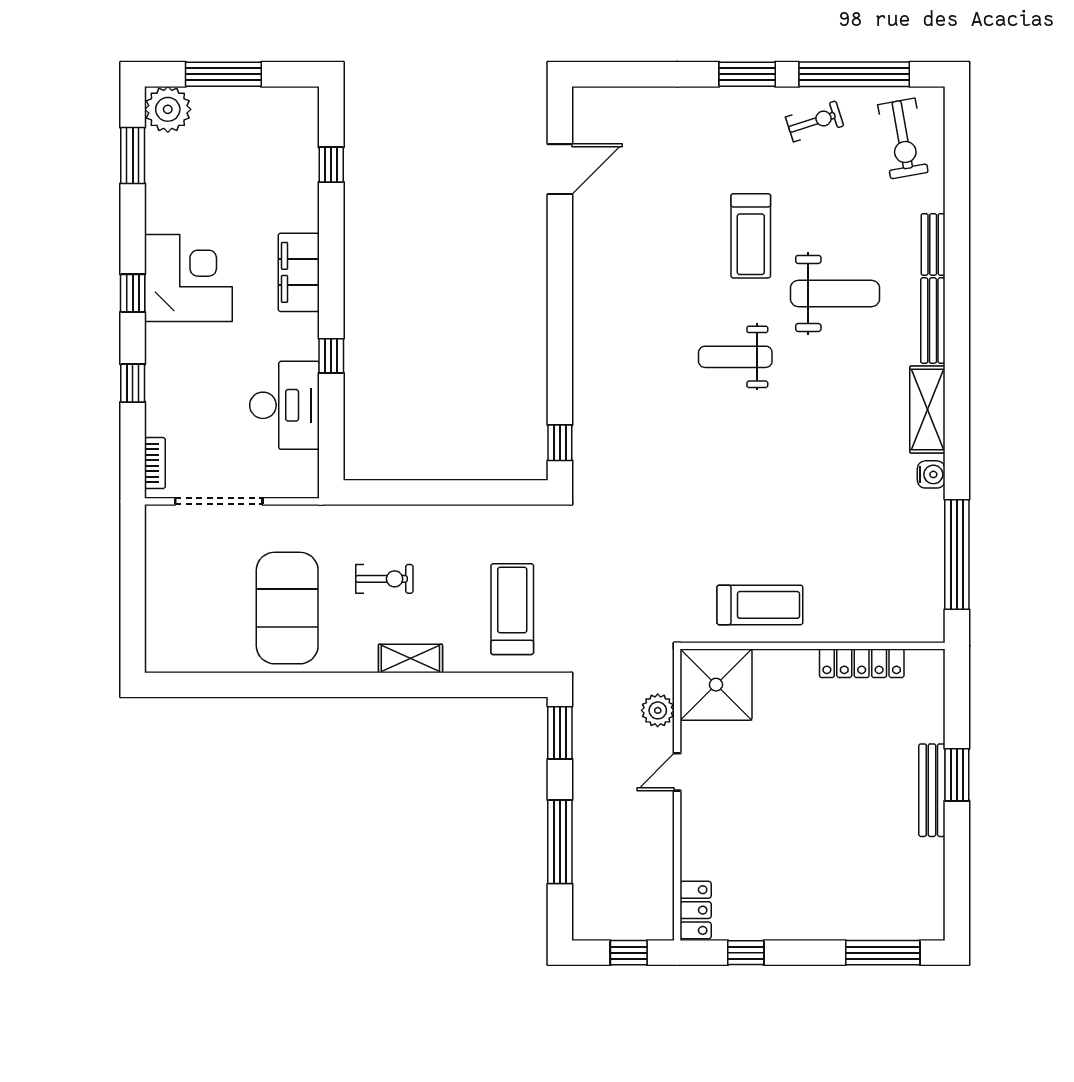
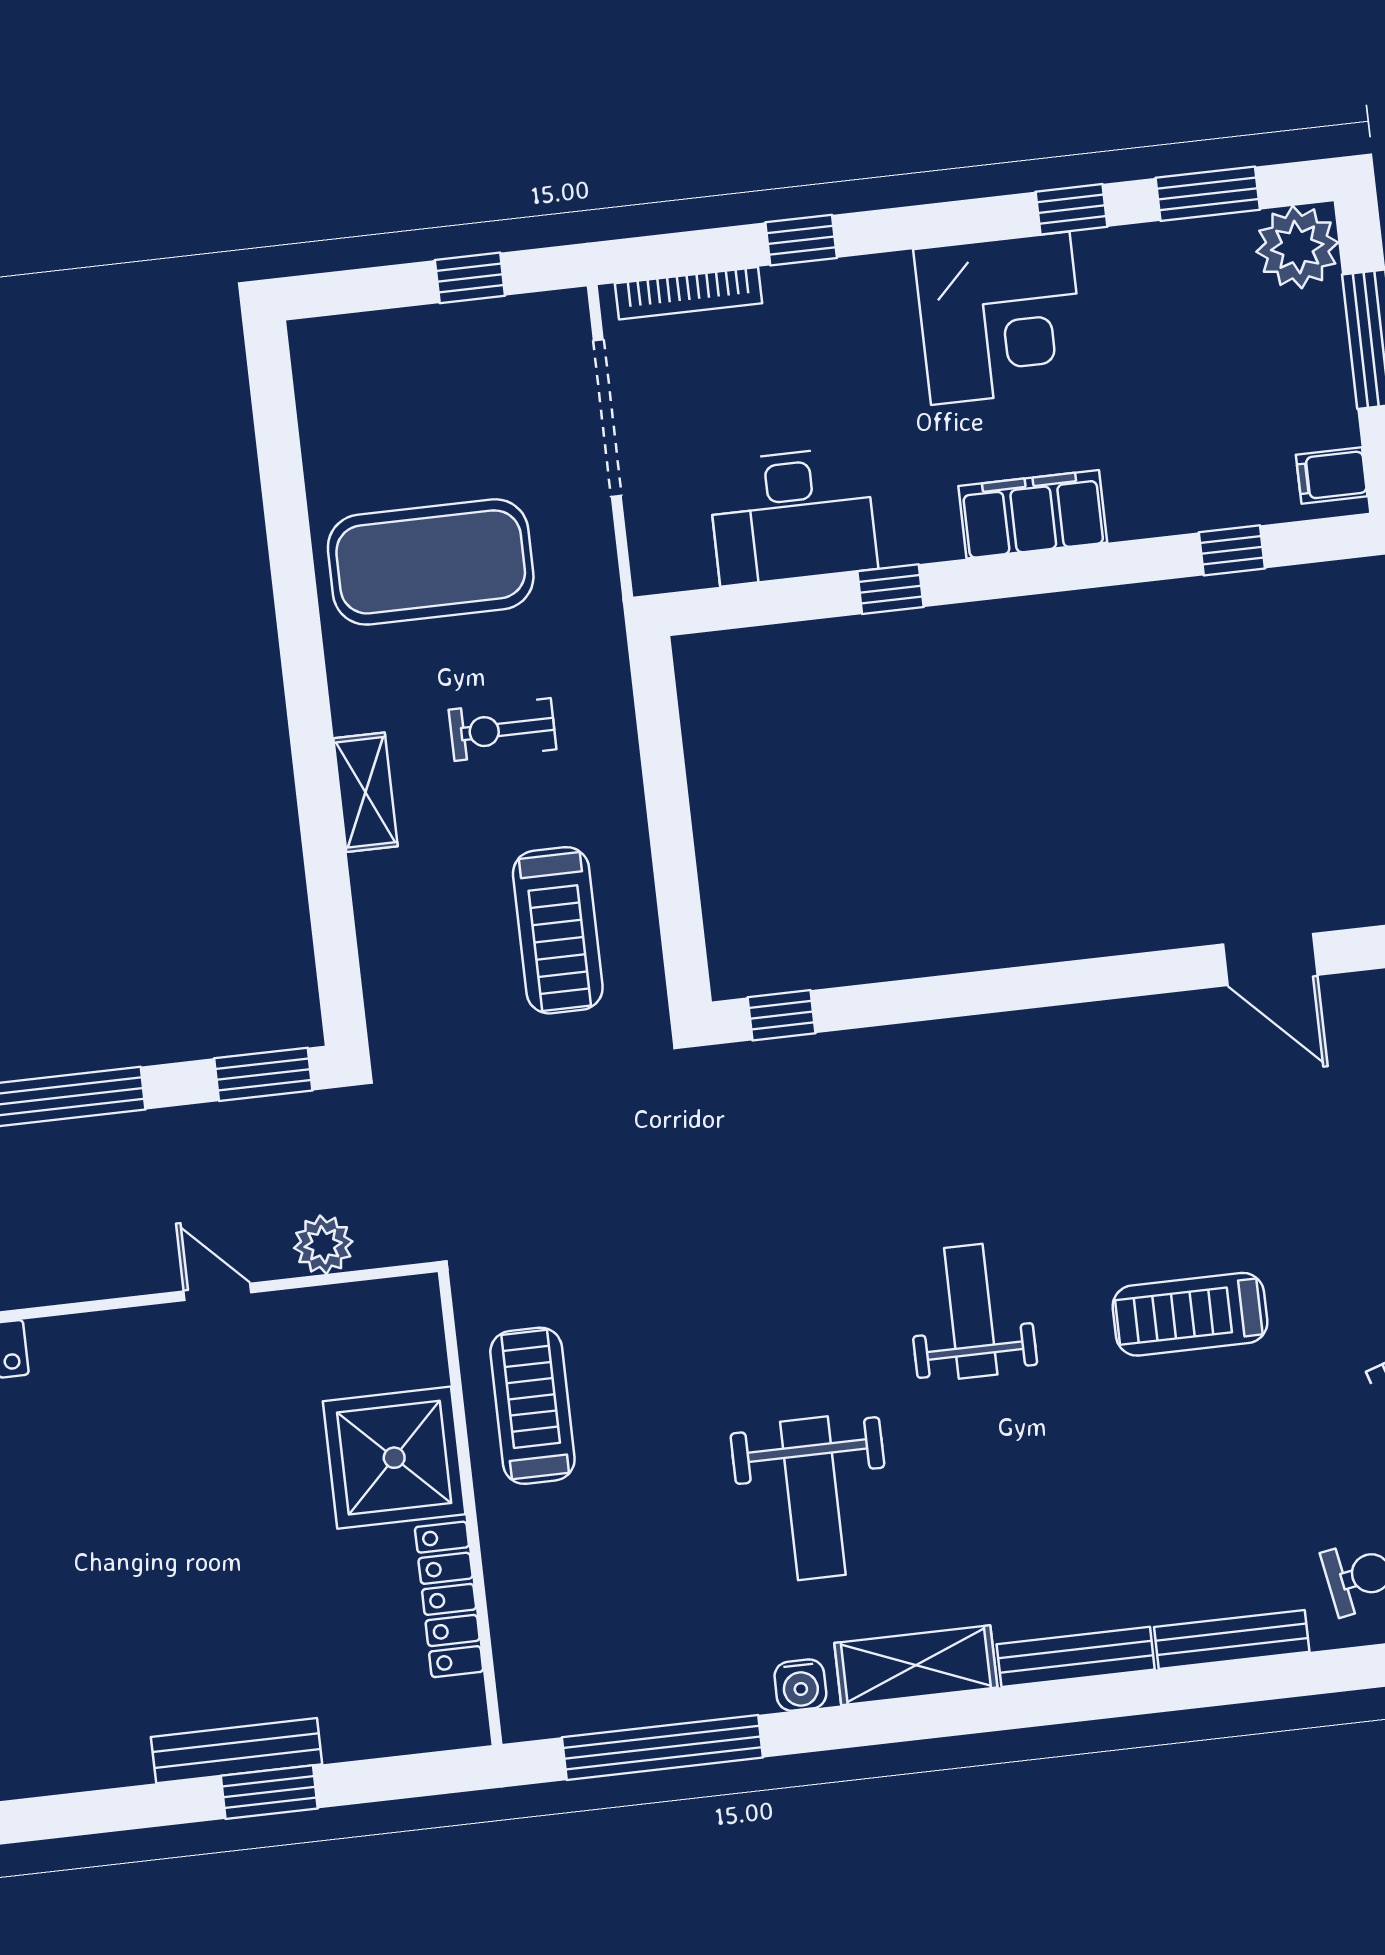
filing cabinet: (296, 105) -> (1332, 475), added
bench: (933, 244) -> (1232, 1639), width x1.36
window: (133, 293) -> (1072, 209), moved
weight bench: (835, 293) -> (813, 1498), moved
bookcase: (155, 463) -> (689, 293), width x1.56
window: (133, 568) -> (470, 278), added
exercise bike: (384, 579) -> (503, 729), turned 90
treadmill: (760, 605) -> (532, 1406), turned 180
treadmill: (512, 609) -> (558, 930), moved, turned 90
shower: (716, 685) -> (394, 1458), moved

